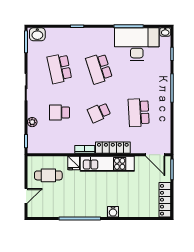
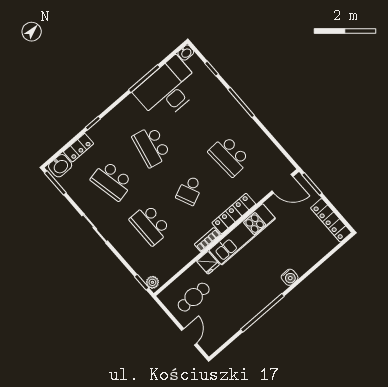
locker: (57, 33) -> (79, 148), added
school desk: (99, 68) -> (151, 146), turned 30
school desk: (59, 112) -> (150, 225), width x1.85
plant: (32, 122) -> (152, 282), moved

